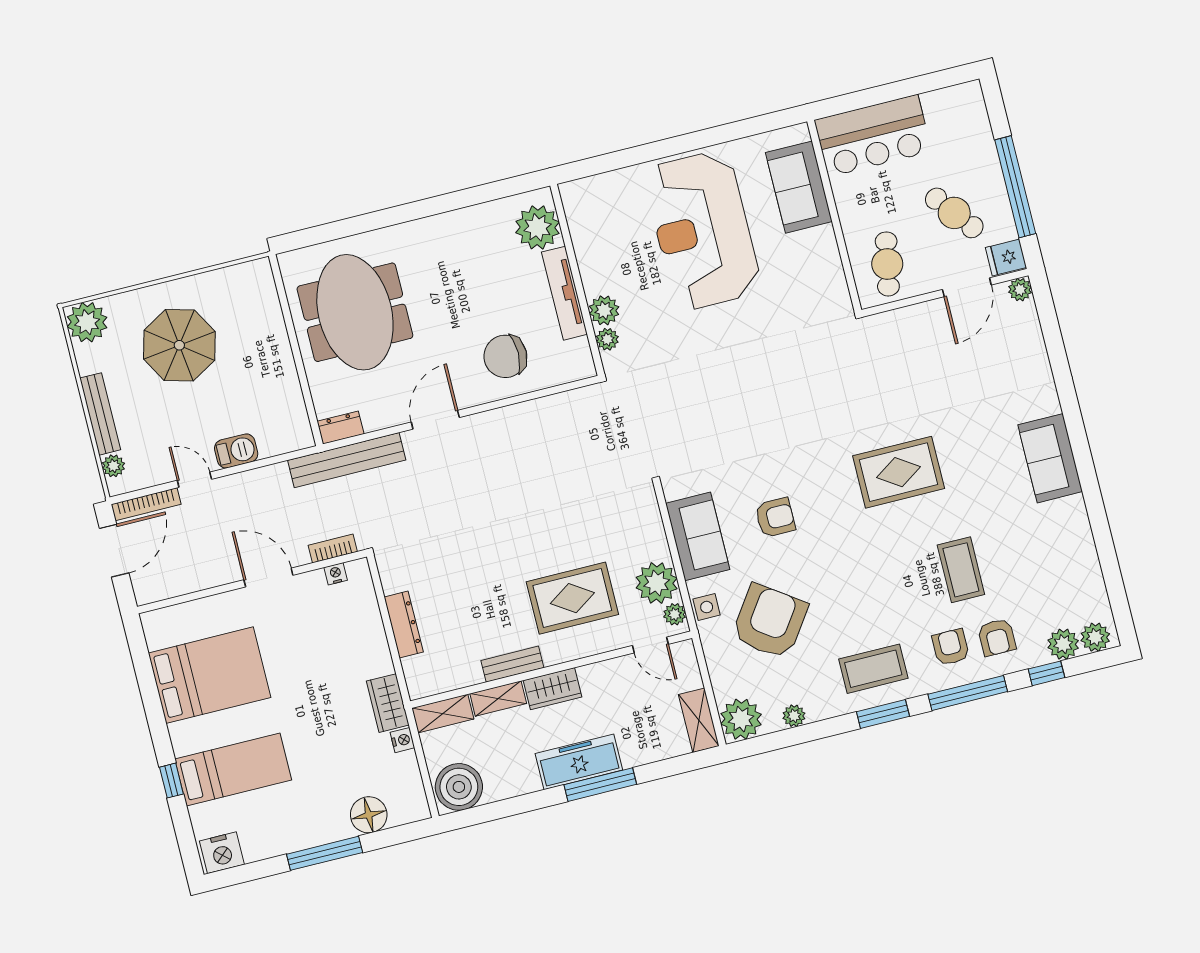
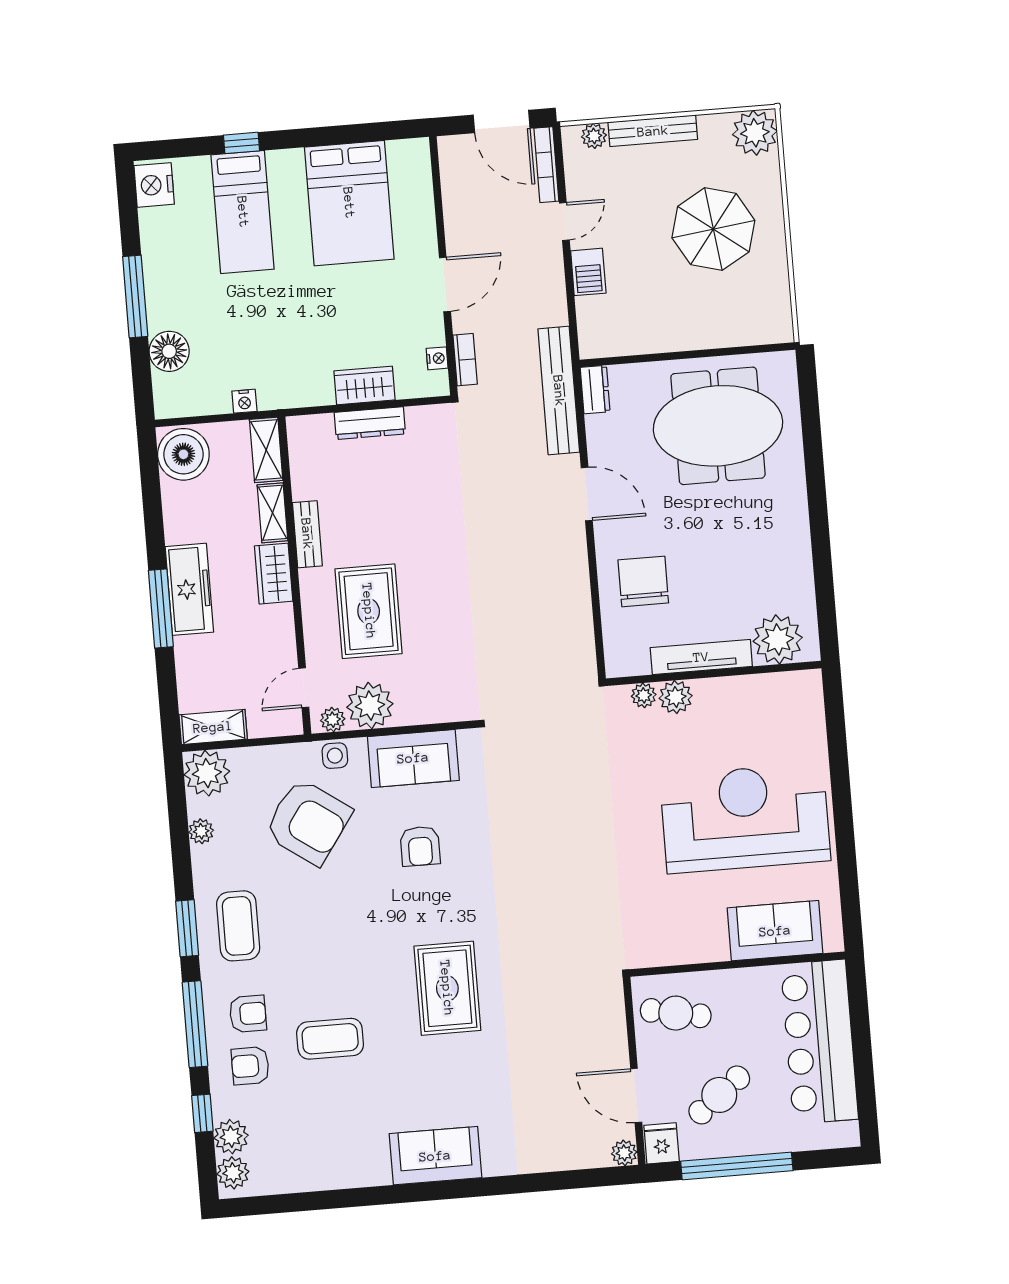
bar counter: (873, 136) -> (819, 1042), width x1.36
wardrobe: (388, 703) -> (365, 385), moved

